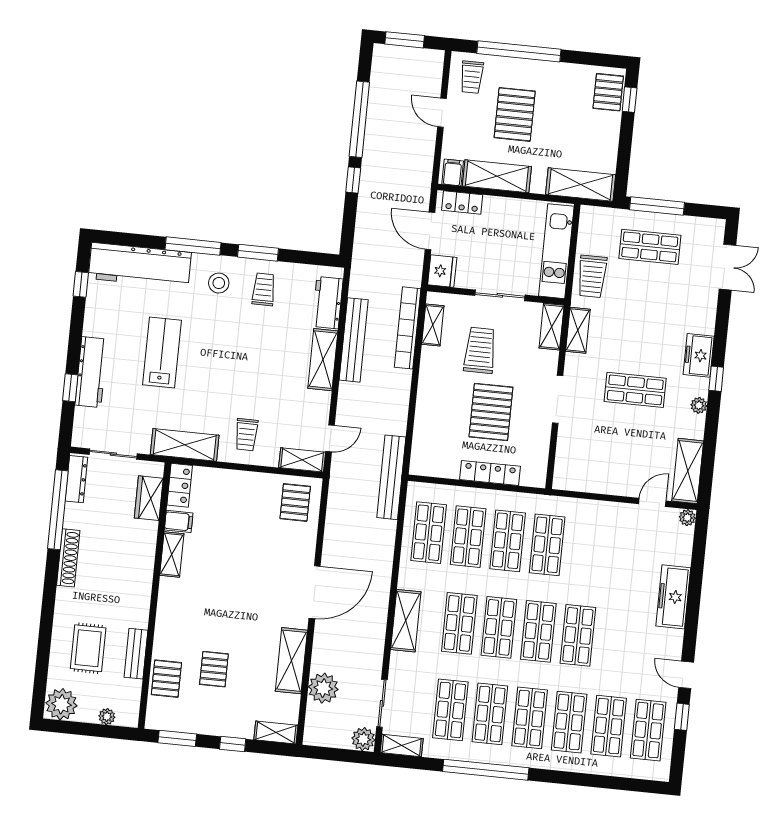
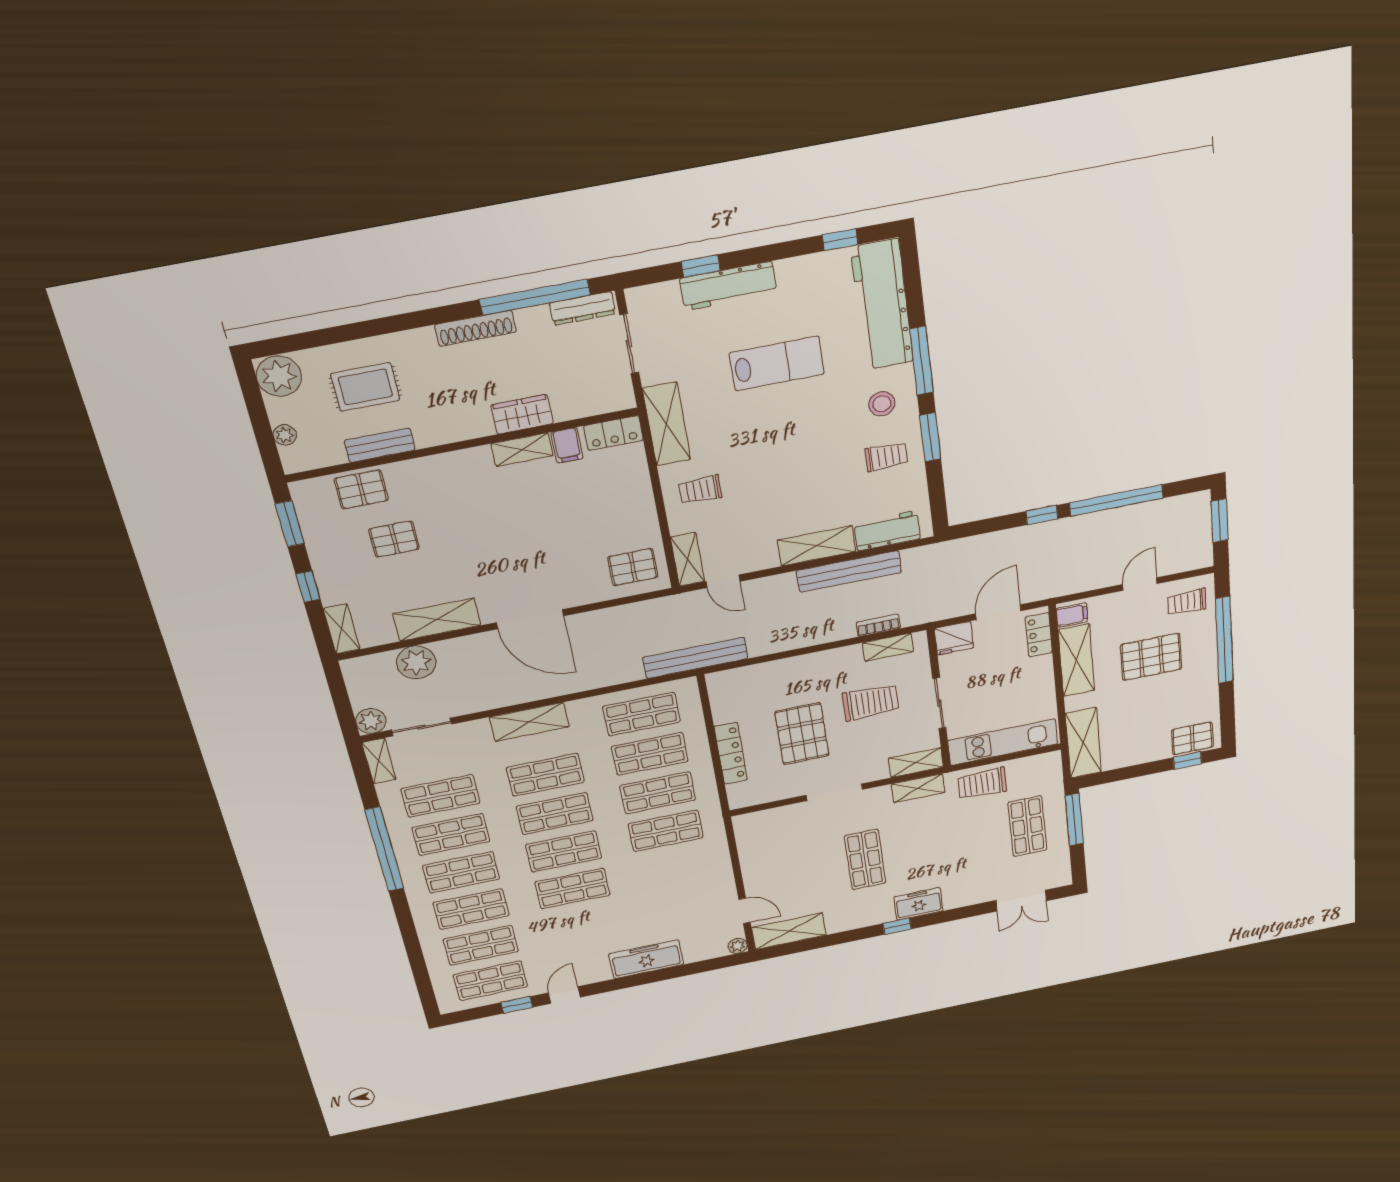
bookcase: (408, 328) -> (878, 625), width x0.43, depth x0.76
plant: (699, 405) -> (864, 920), removed
pallet: (491, 412) -> (802, 734), turned 90
wardrobe: (149, 498) -> (522, 414), moved

